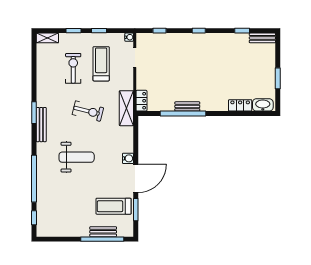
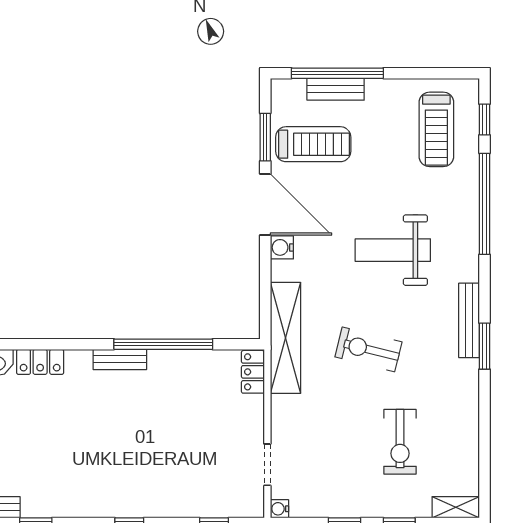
treadmill: (101, 64) -> (436, 129), moved
bench: (187, 106) -> (120, 359), moved
shelving: (126, 108) -> (285, 338), width x1.47
door: (136, 178) -> (265, 205), swing flipped

